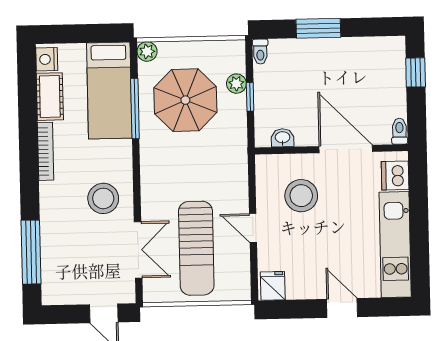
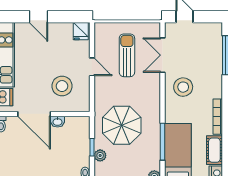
parasol: (185, 100) -> (122, 125), moved
washbasin: (283, 138) -> (57, 122), moved
sun lounger: (196, 248) -> (127, 55), width x0.73, depth x0.75

